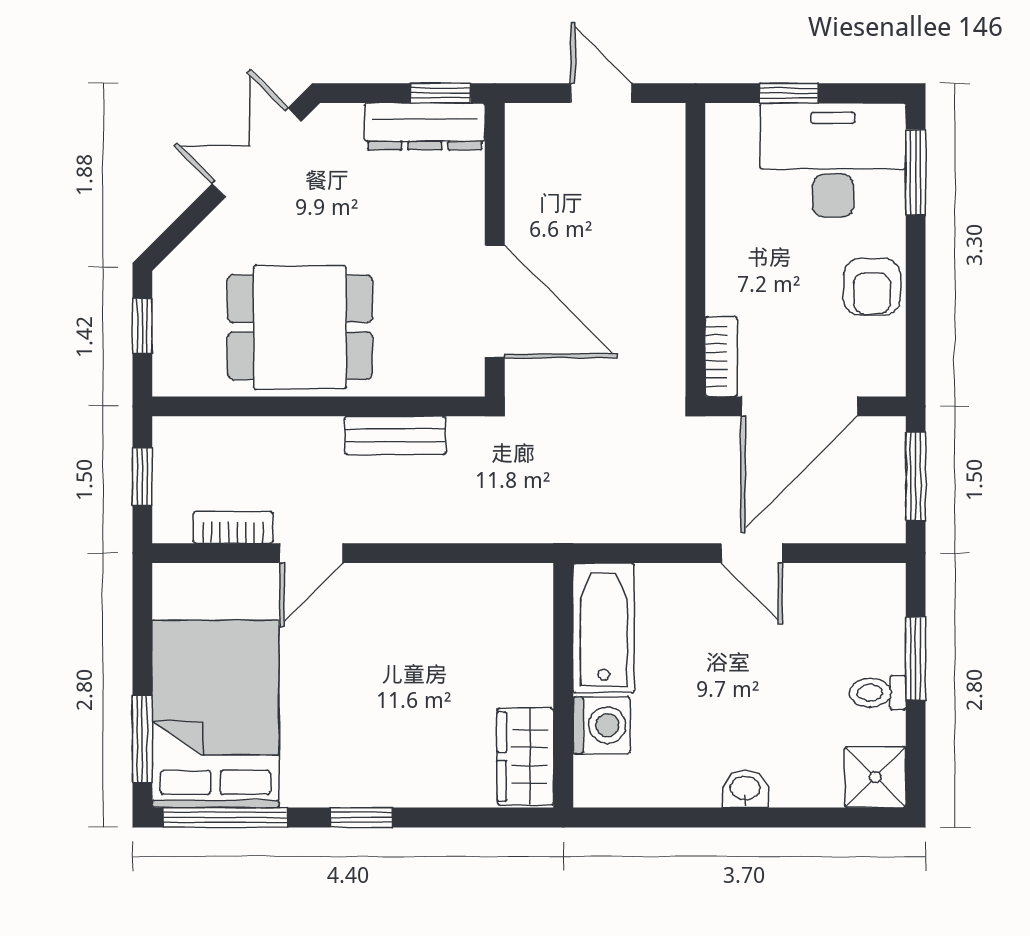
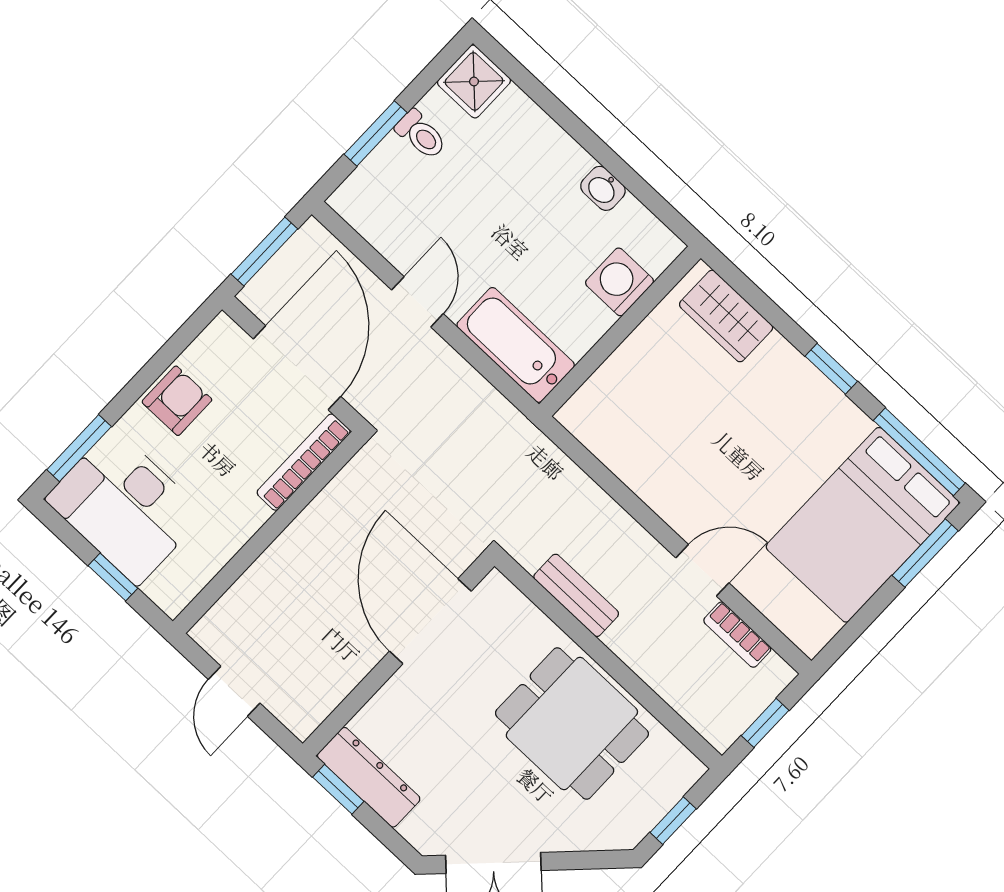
bookcase: (721, 357) -> (304, 462), width x1.56
door: (799, 406) -> (297, 368), hinge flipped
bathtub: (604, 628) -> (516, 345), moved, turned 90
wardrobe: (525, 756) -> (726, 316), moved, turned 90
washbasin: (745, 789) -> (603, 188), moved

